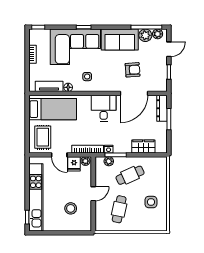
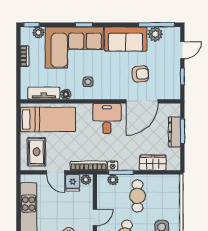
plant: (158, 34) -> (38, 33), moved
dresser: (162, 108) -> (174, 132), moved
cafe table: (130, 175) -> (137, 196), turned -66

